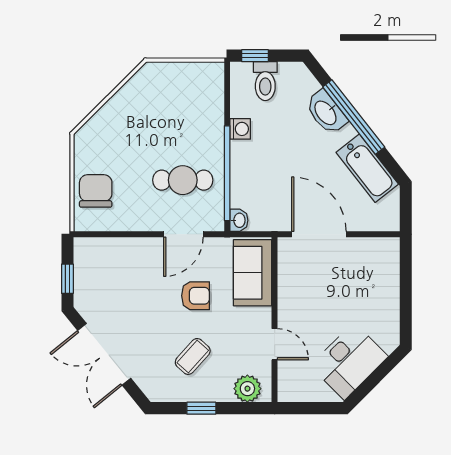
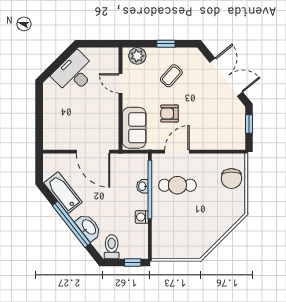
toilet: (265, 81) -> (112, 247), moved
washbasin: (239, 220) -> (143, 186), moved

